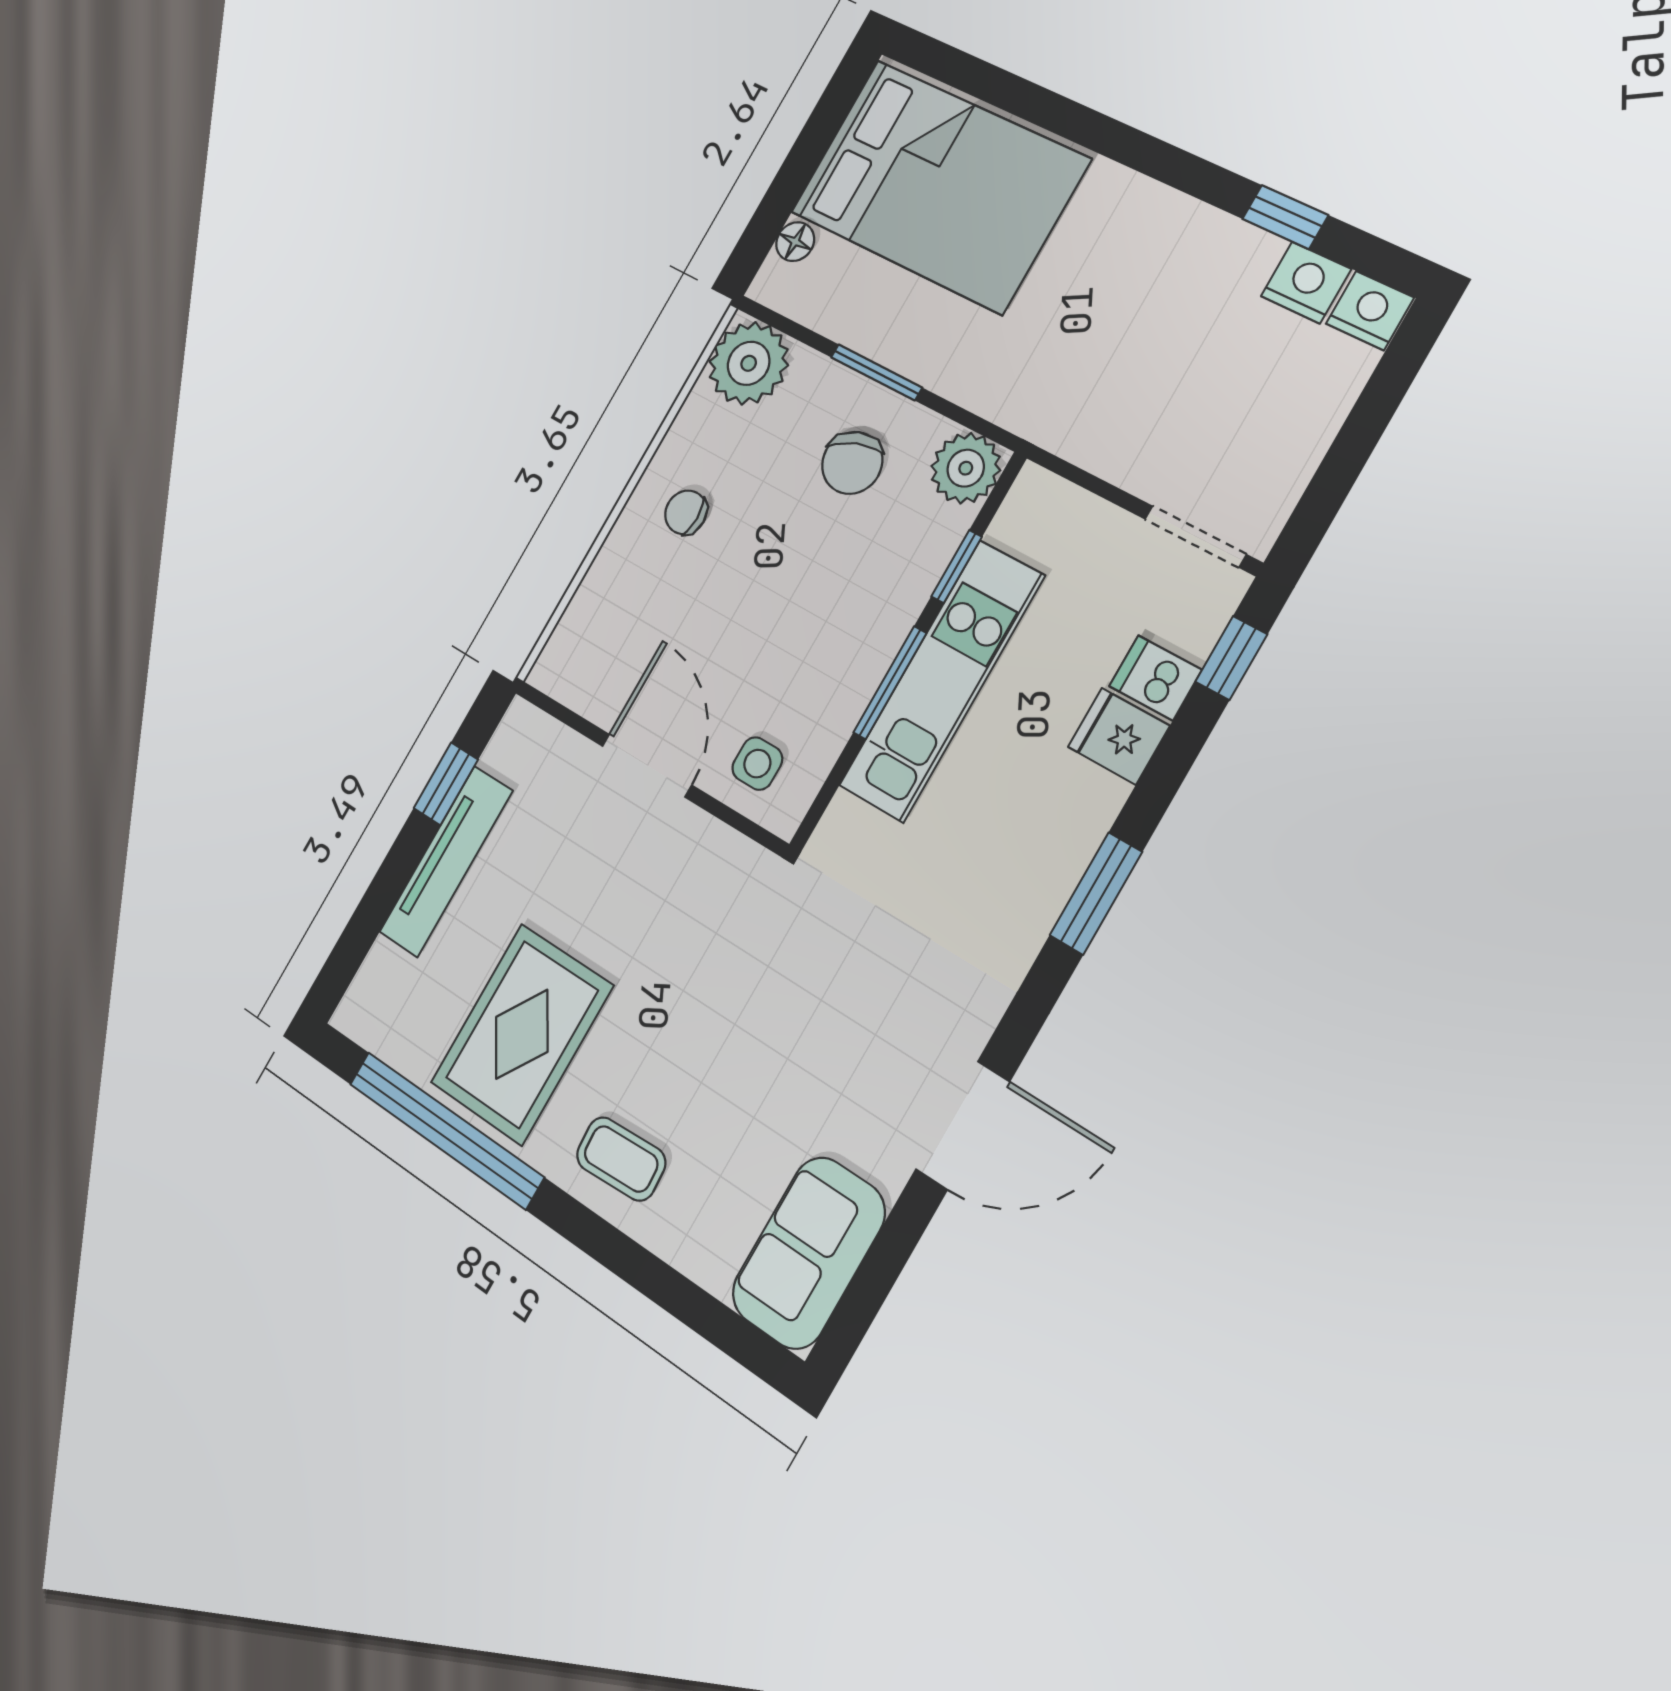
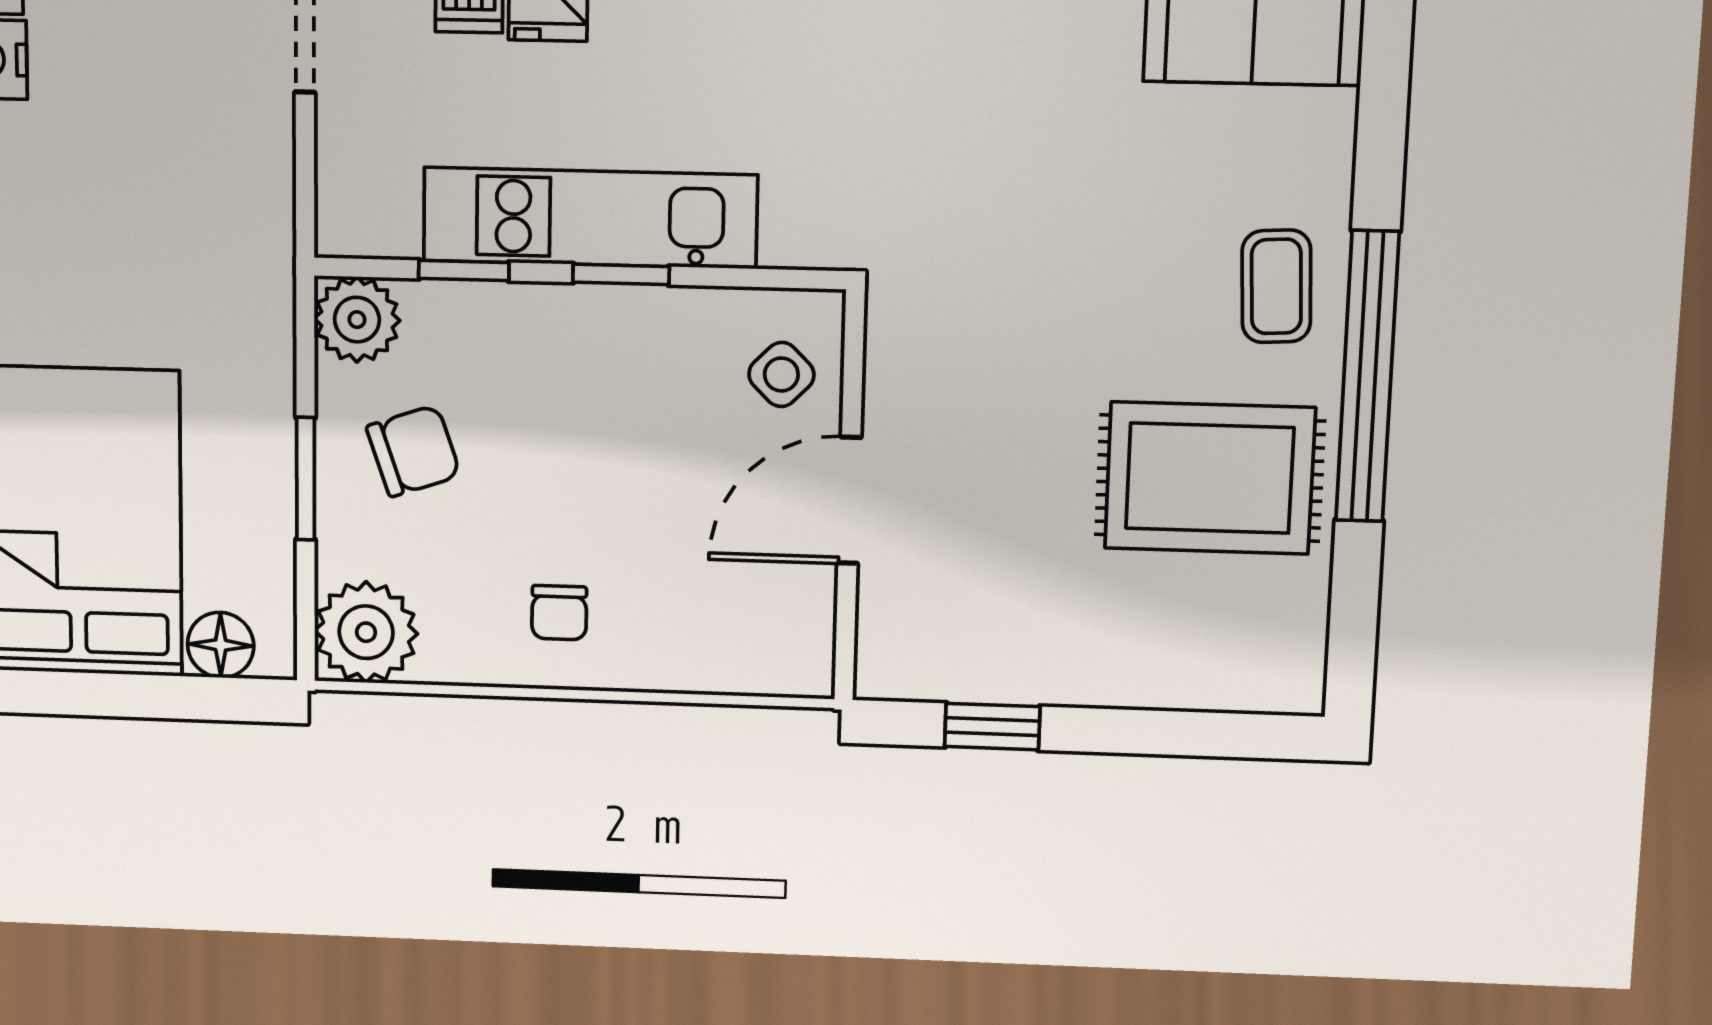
floor lamp: (795, 242) -> (221, 645), width x1.37, depth x1.37
window: (890, 683) -> (621, 274), width x0.67
side table: (757, 764) -> (781, 375), turned 45
tv unit: (446, 861) -> (1075, 677), removed
window: (446, 1130) -> (1367, 377), moved

